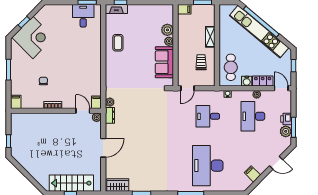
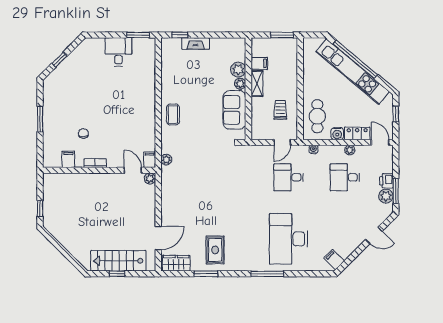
fireplace: (116, 9) -> (196, 43), moved
filing cabinet: (184, 9) -> (259, 63), moved
desk: (83, 16) -> (118, 52), moved
corner desk: (33, 37) -> (70, 79), removed
shelving: (210, 37) -> (257, 84), moved
coffee table: (118, 43) -> (173, 114), moved
door: (187, 88) -> (282, 142), moved
filing cabinet: (16, 102) -> (68, 159), moved
dresser: (110, 115) -> (166, 176), removed
desk: (253, 116) -> (345, 177), width x0.73
door: (103, 148) -> (158, 238), moved
rug: (149, 174) -> (215, 250), added
filing cabinet: (252, 174) -> (334, 260), moved

